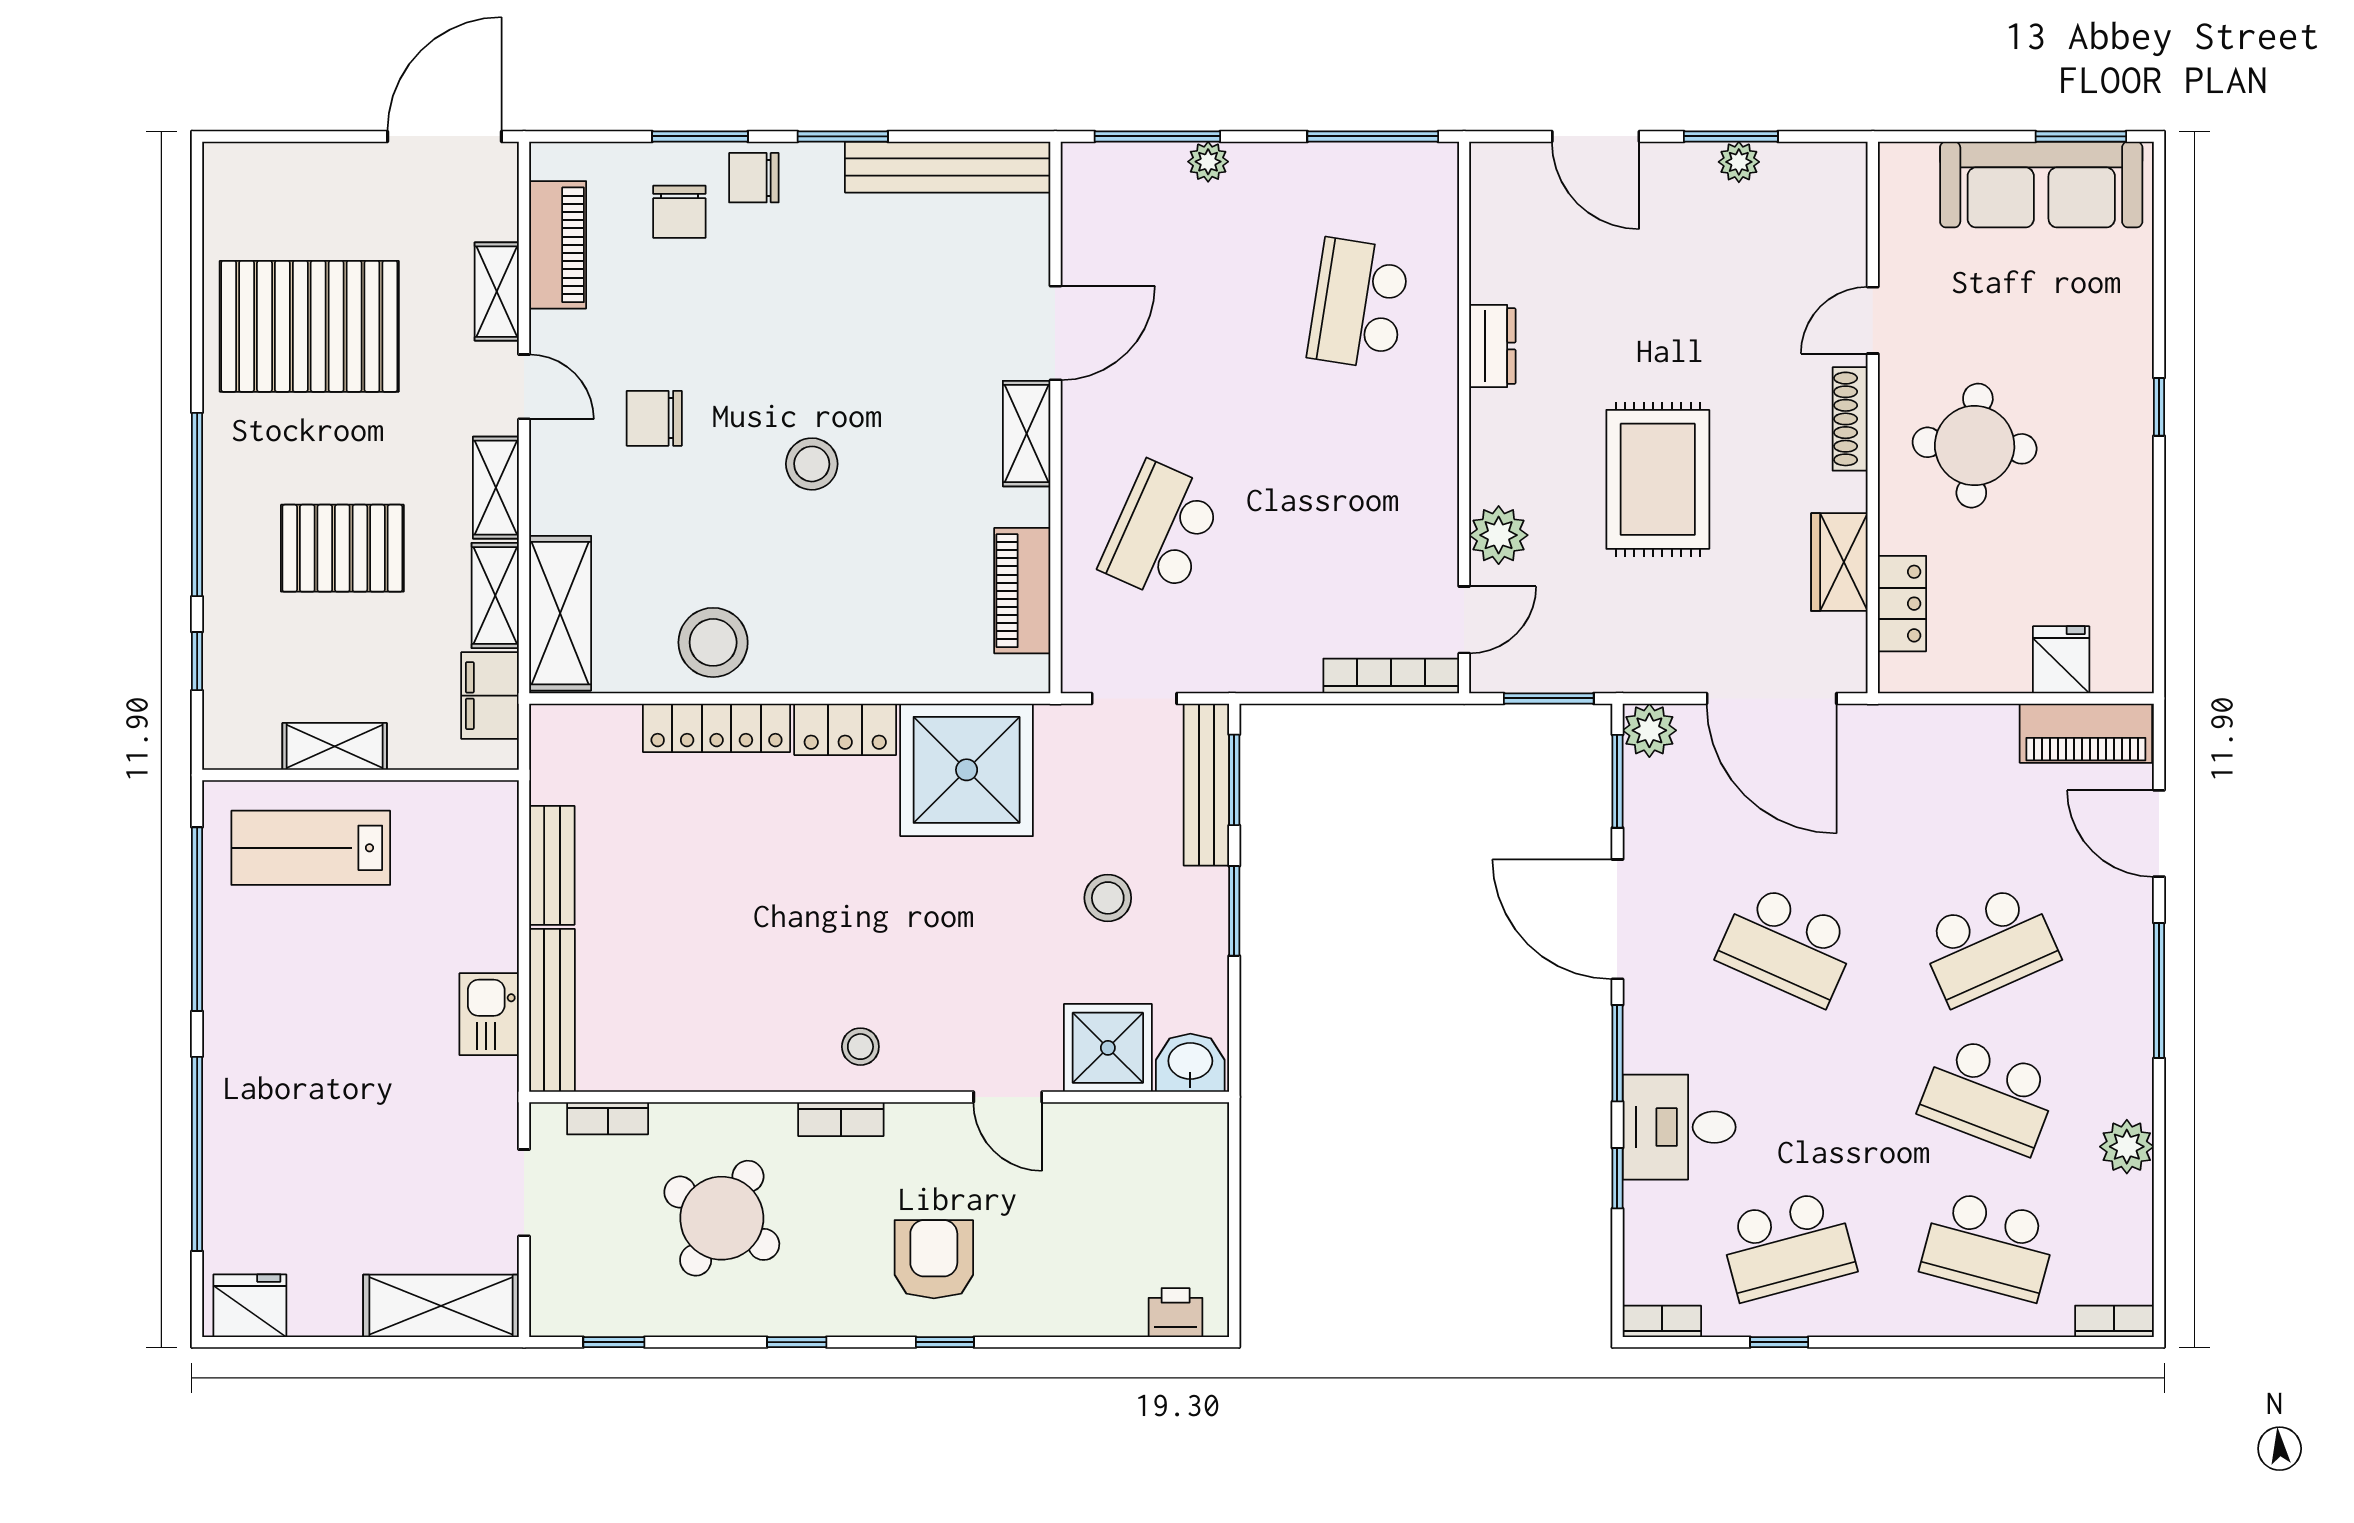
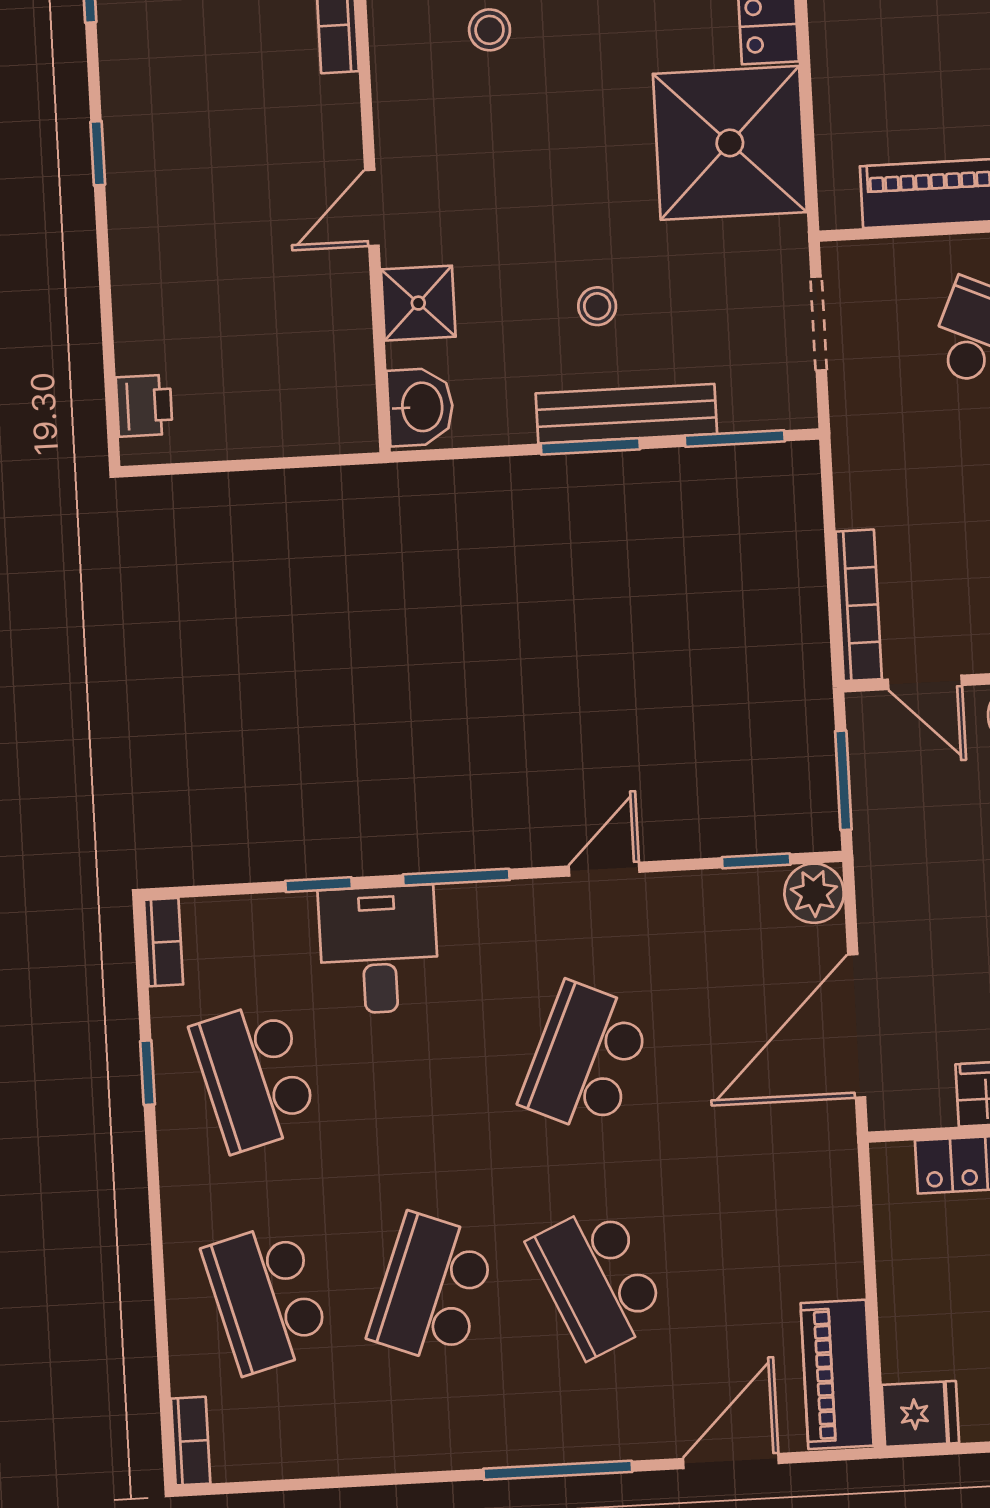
fridge: (2061, 660) -> (920, 1414), moved
window: (1617, 781) -> (756, 861), width x0.67
bench: (1206, 785) -> (626, 414), moved
stool: (1108, 898) -> (597, 306), width x0.73, depth x0.73
door: (1617, 919) -> (604, 869), width x0.53
stool: (860, 1047) -> (490, 30), moved
shower: (1108, 1048) -> (418, 303), width x0.73, depth x0.73
plant: (2127, 1147) -> (384, 1444), removed
school desk: (1989, 1246) -> (266, 1298), turned -30
armchair: (934, 1259) -> (188, 136), removed

